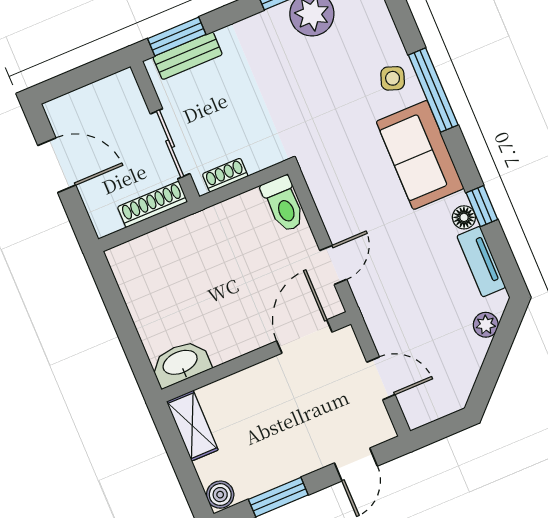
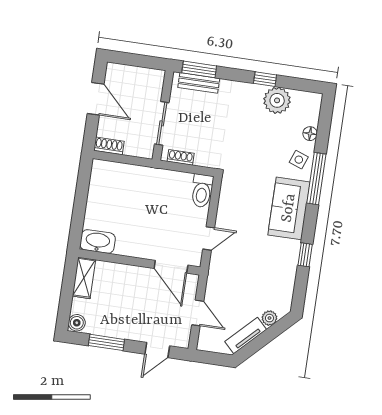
shoe rack: (152, 204) -> (109, 146), moved, width x0.70
floor lamp: (464, 217) -> (310, 134), moved
tv unit: (481, 262) -> (246, 335), moved, turned 45
door: (304, 337) -> (171, 267), swing flipped

